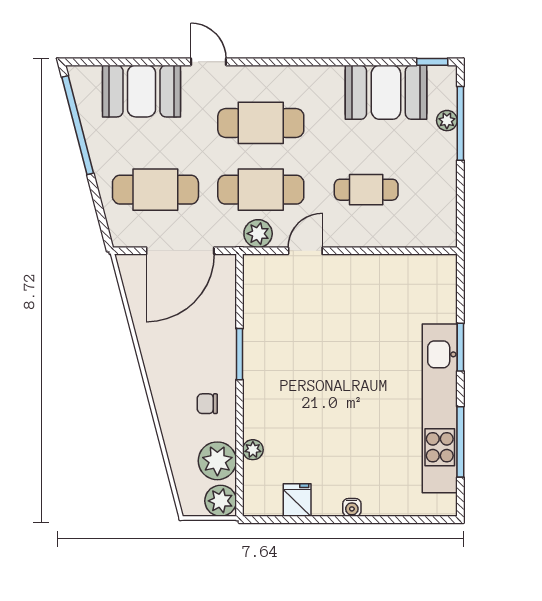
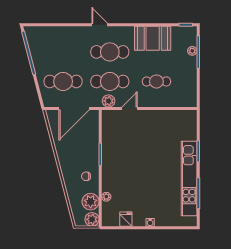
door: (209, 62) -> (100, 25), moved
booth: (141, 91) -> (57, 38), removed
booth: (386, 92) -> (153, 38), moved

